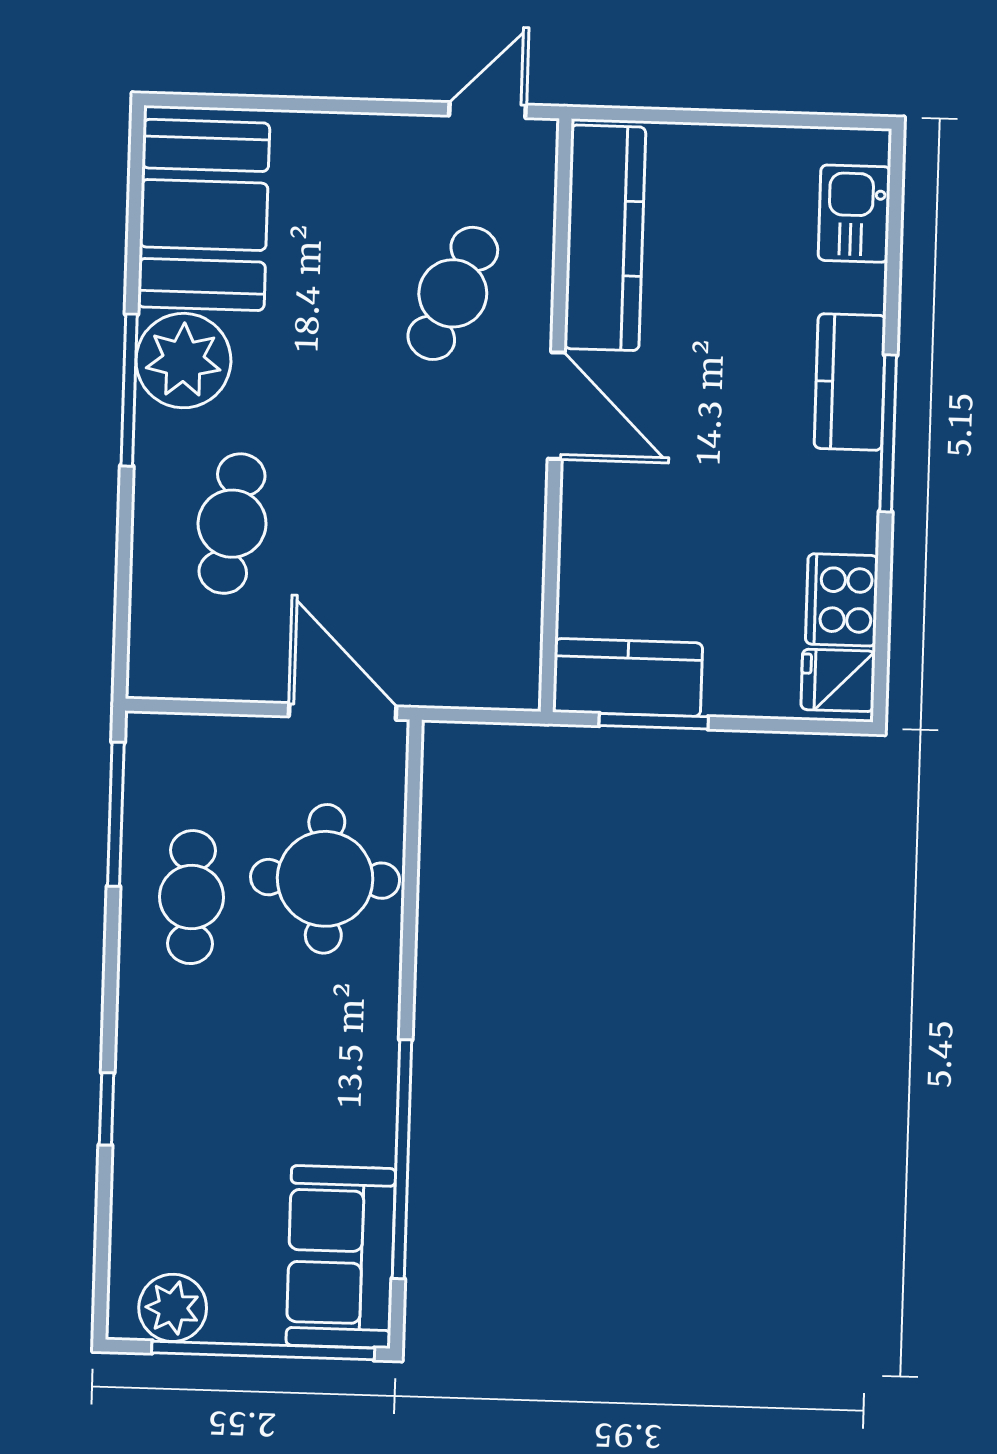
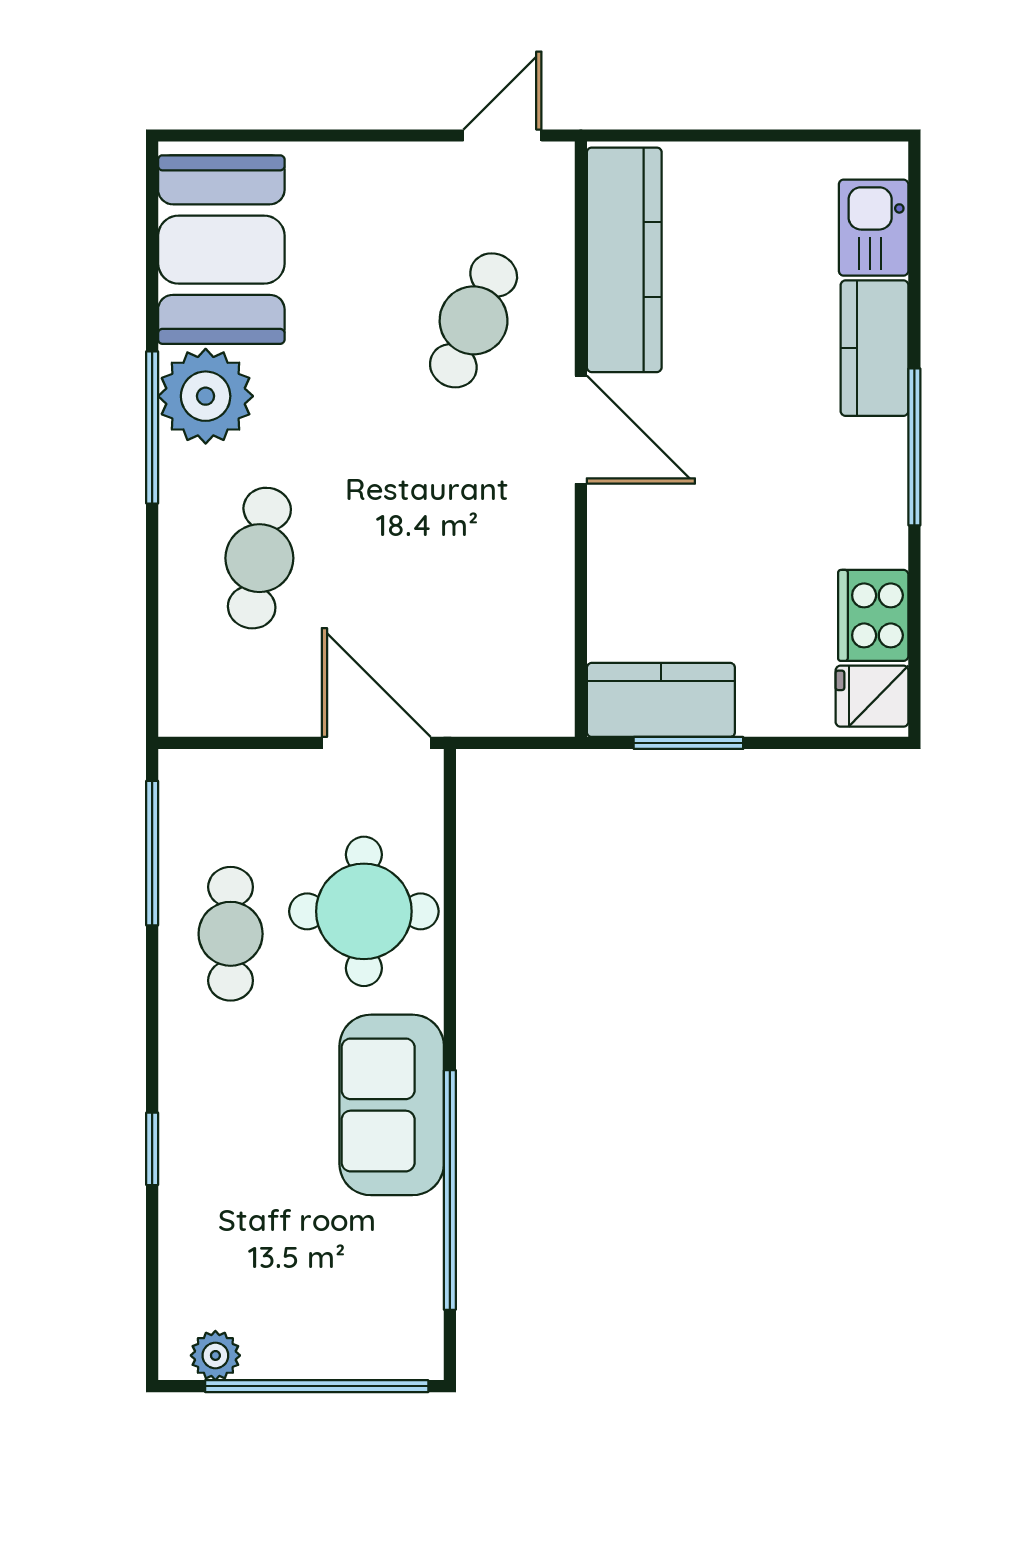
kitchen counter: (850, 382) -> (875, 348), moved
sofa: (341, 1257) -> (392, 1105), moved
plant: (173, 1308) -> (215, 1355), width x0.73, depth x0.73

